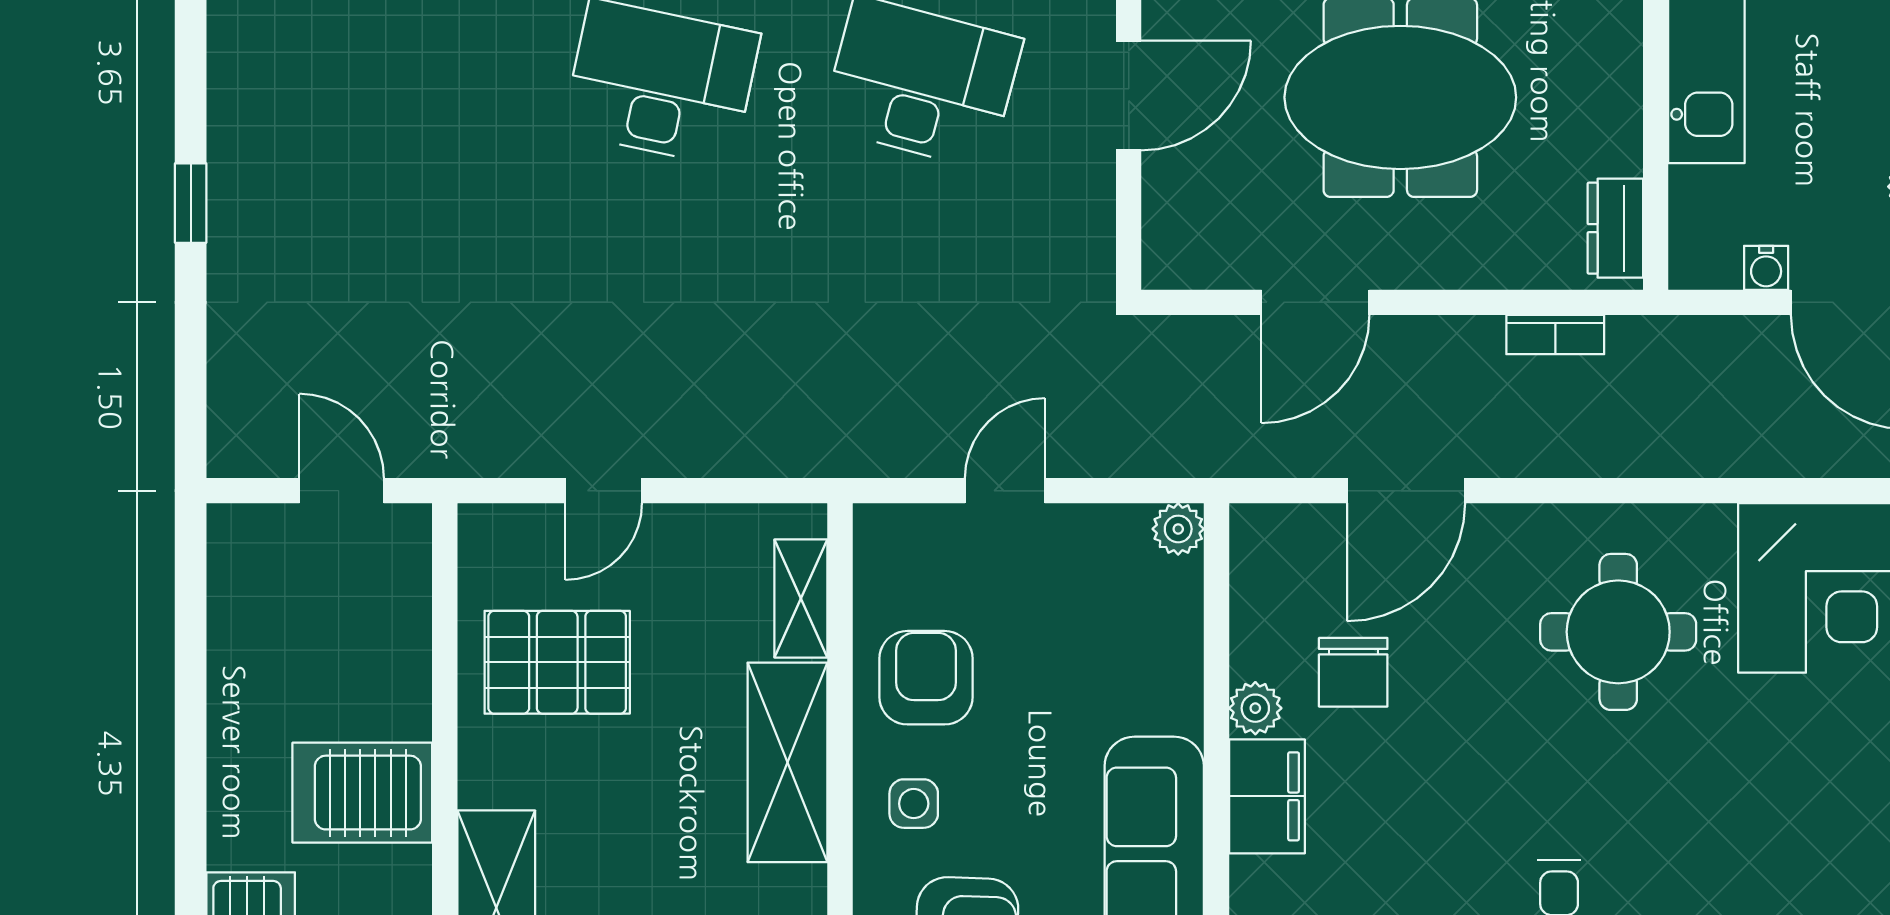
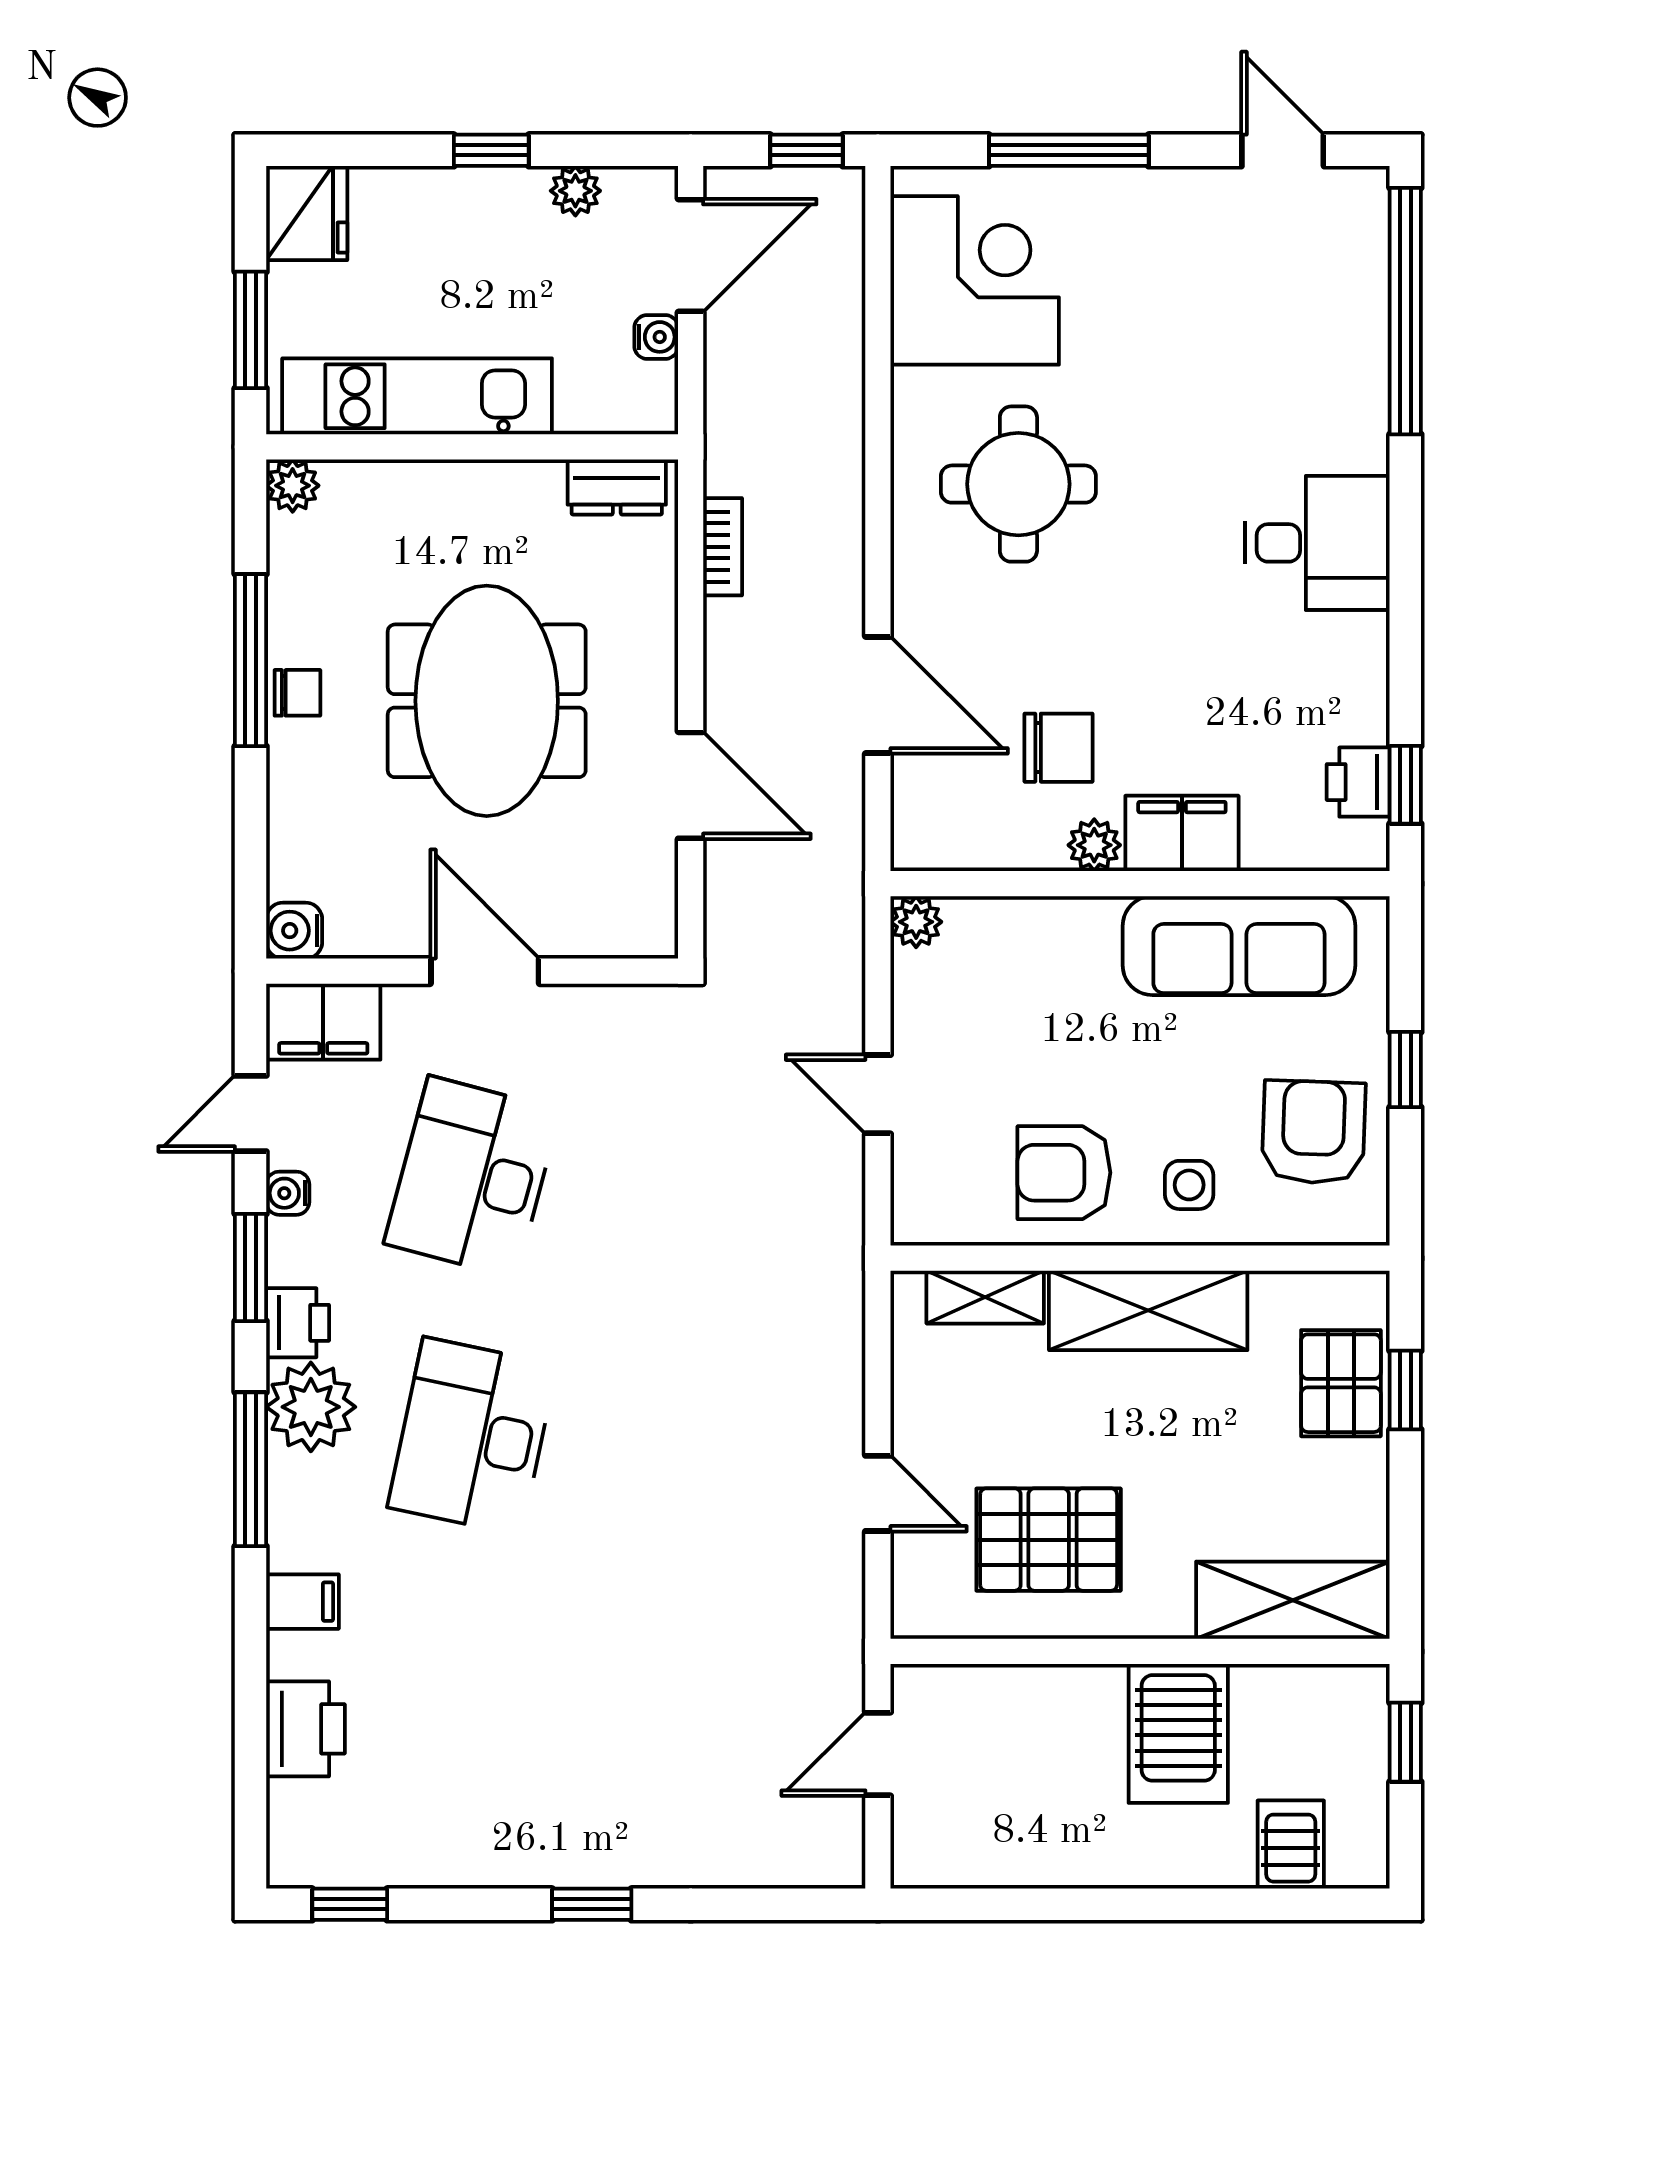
pallet: (557, 662) -> (1049, 1540), turned 90

